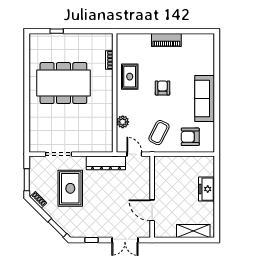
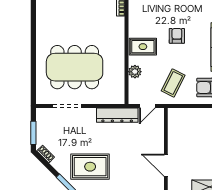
rug: (130, 77) -> (143, 47), moved, turned 90
dining table: (63, 83) -> (75, 67), moved
door: (134, 154) -> (147, 106), swing flipped
rug: (70, 188) -> (90, 167), moved, turned 90

